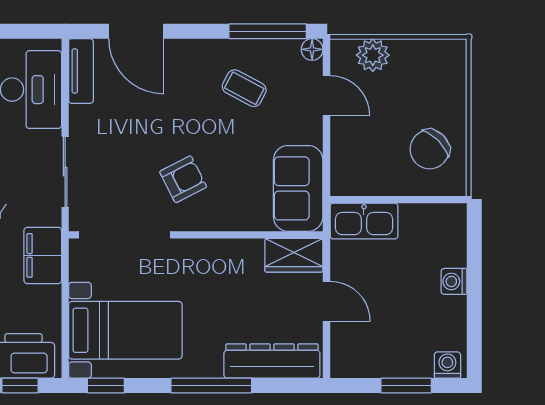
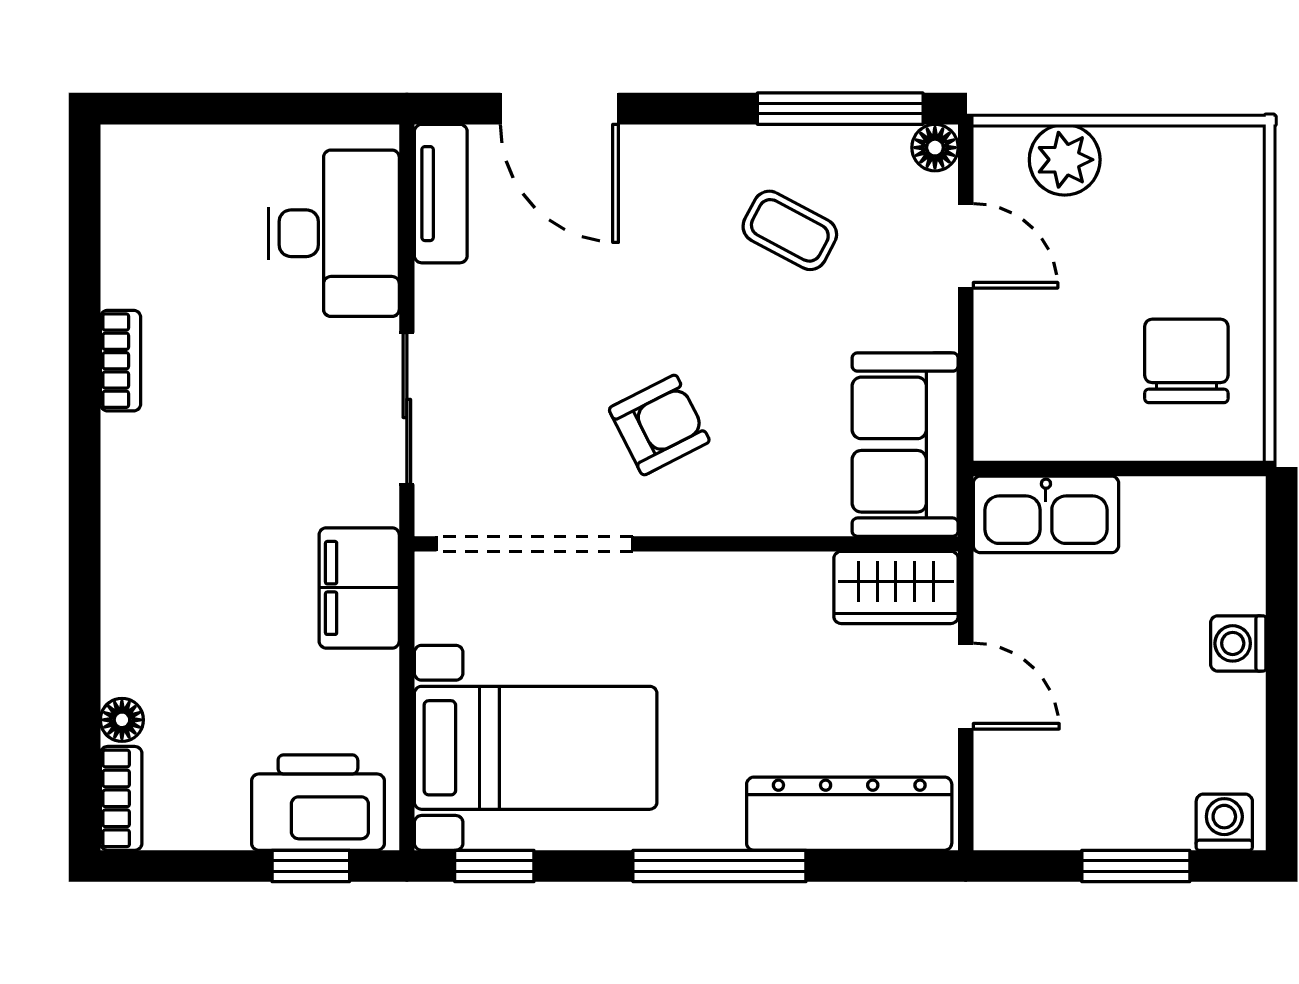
chair: (430, 149) -> (1186, 361), turned 135

